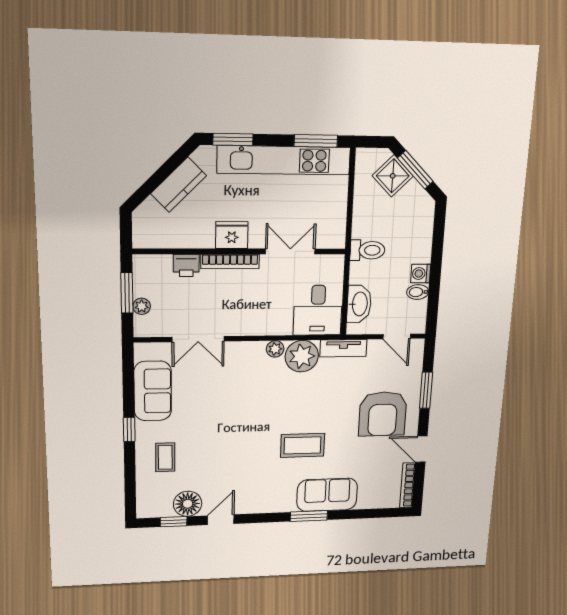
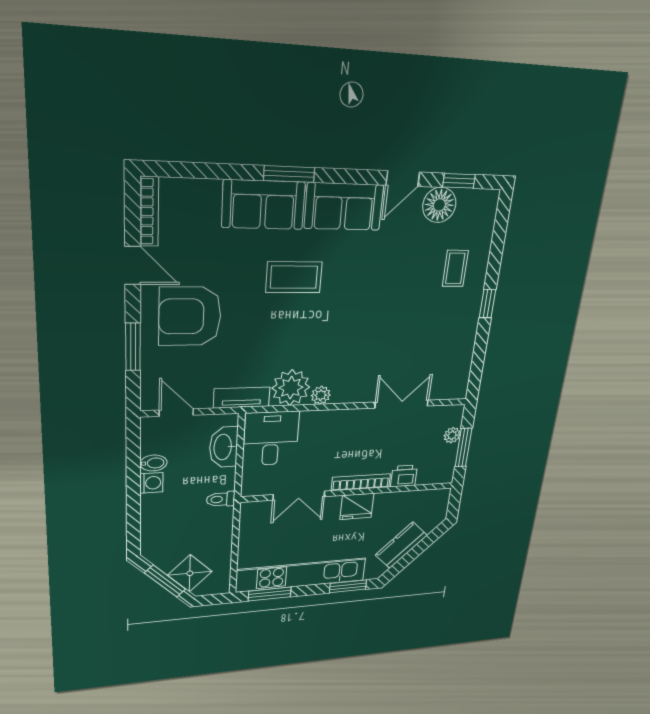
toilet: (367, 250) -> (221, 499), width x0.73, depth x0.72
sofa: (153, 391) -> (344, 207), moved, turned -90
armchair: (383, 414) -> (190, 316), turned -90

